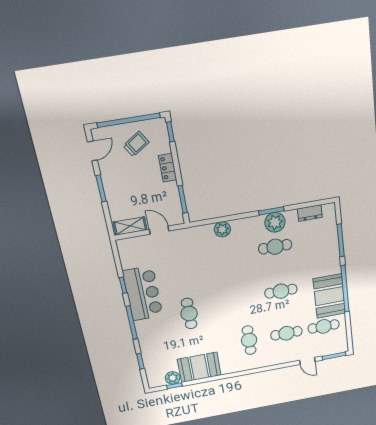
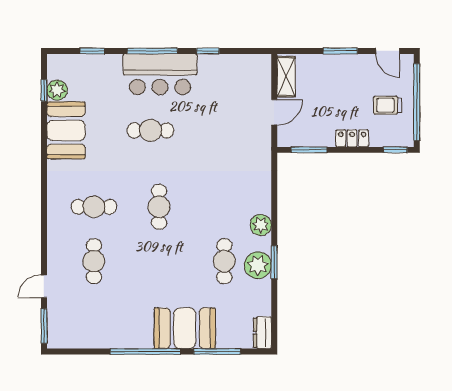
trolley: (136, 144) -> (387, 105), turned 122
dresser: (310, 213) -> (262, 333), moved
plant: (222, 229) -> (261, 225), moved
cafe table: (281, 291) -> (159, 207), moved
bar counter: (143, 293) -> (160, 74), moved
booth: (329, 296) -> (185, 328), moved
cafe table: (324, 326) -> (94, 316), removed

